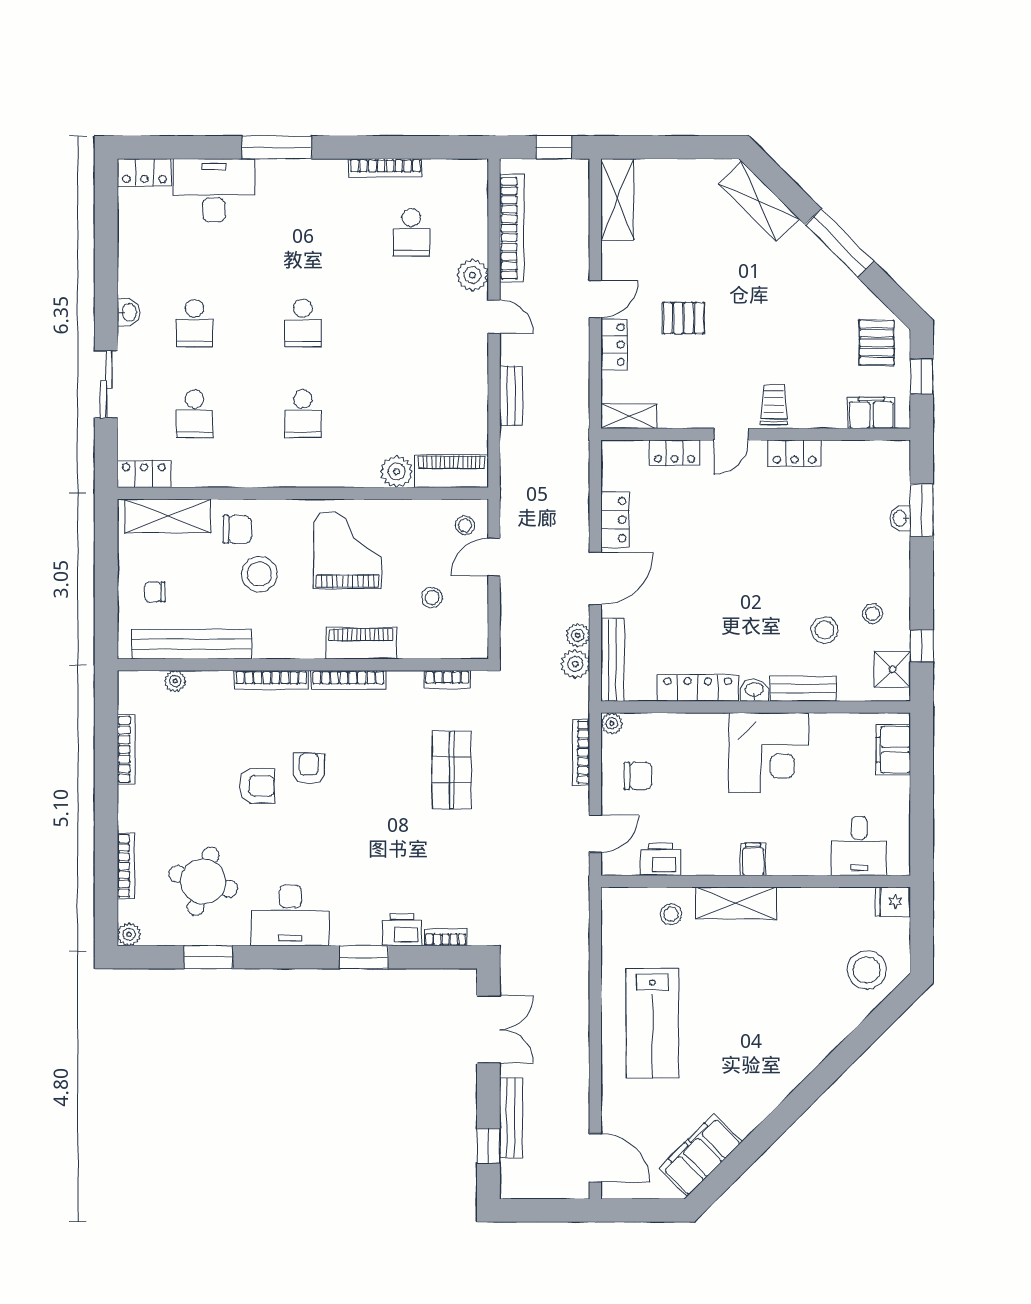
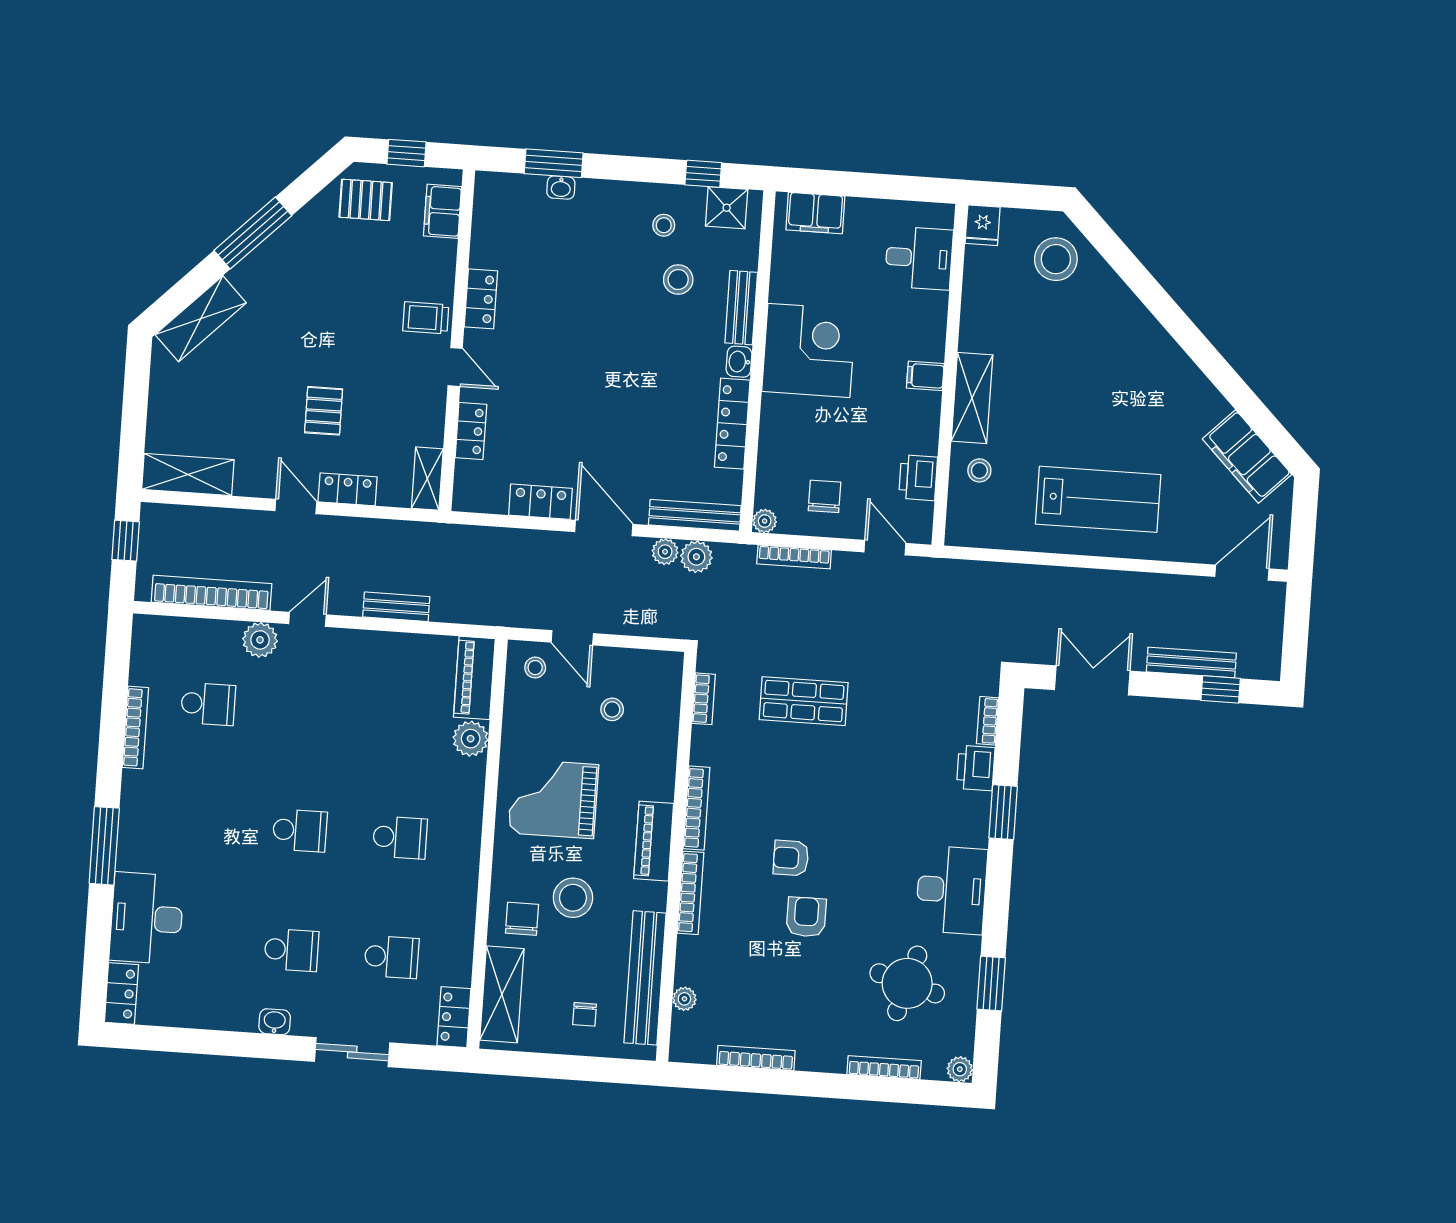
piano: (361, 643) -> (654, 841), moved

